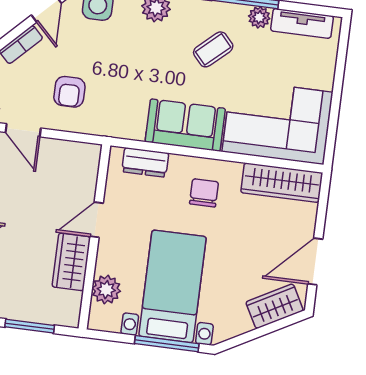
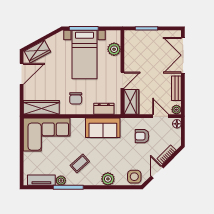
armchair: (69, 92) -> (142, 136), turned -90
sofa: (185, 125) -> (103, 128), moved
wardrobe: (71, 262) -> (131, 102), moved

